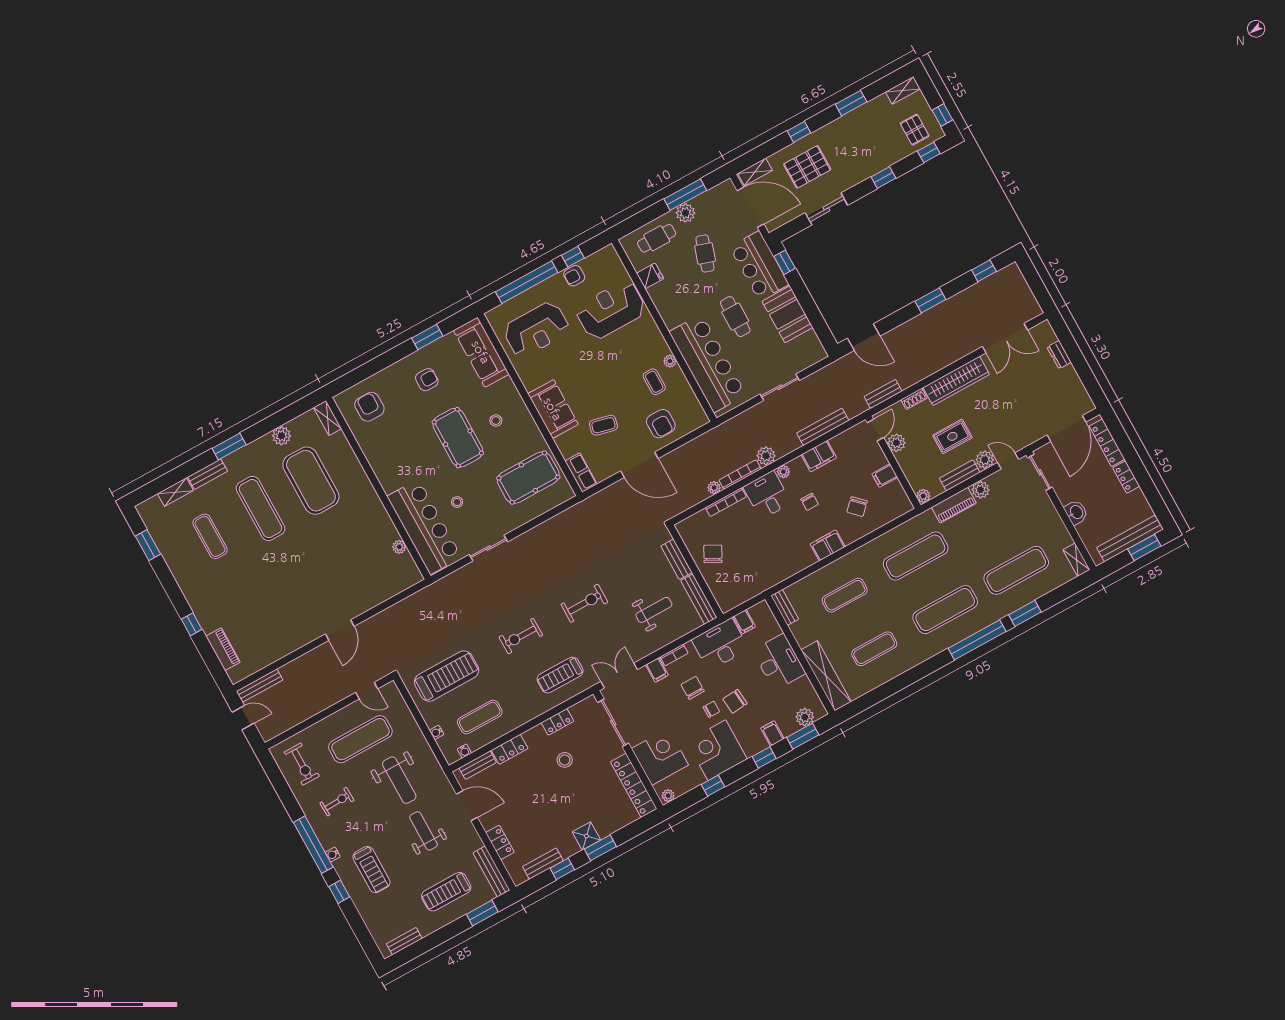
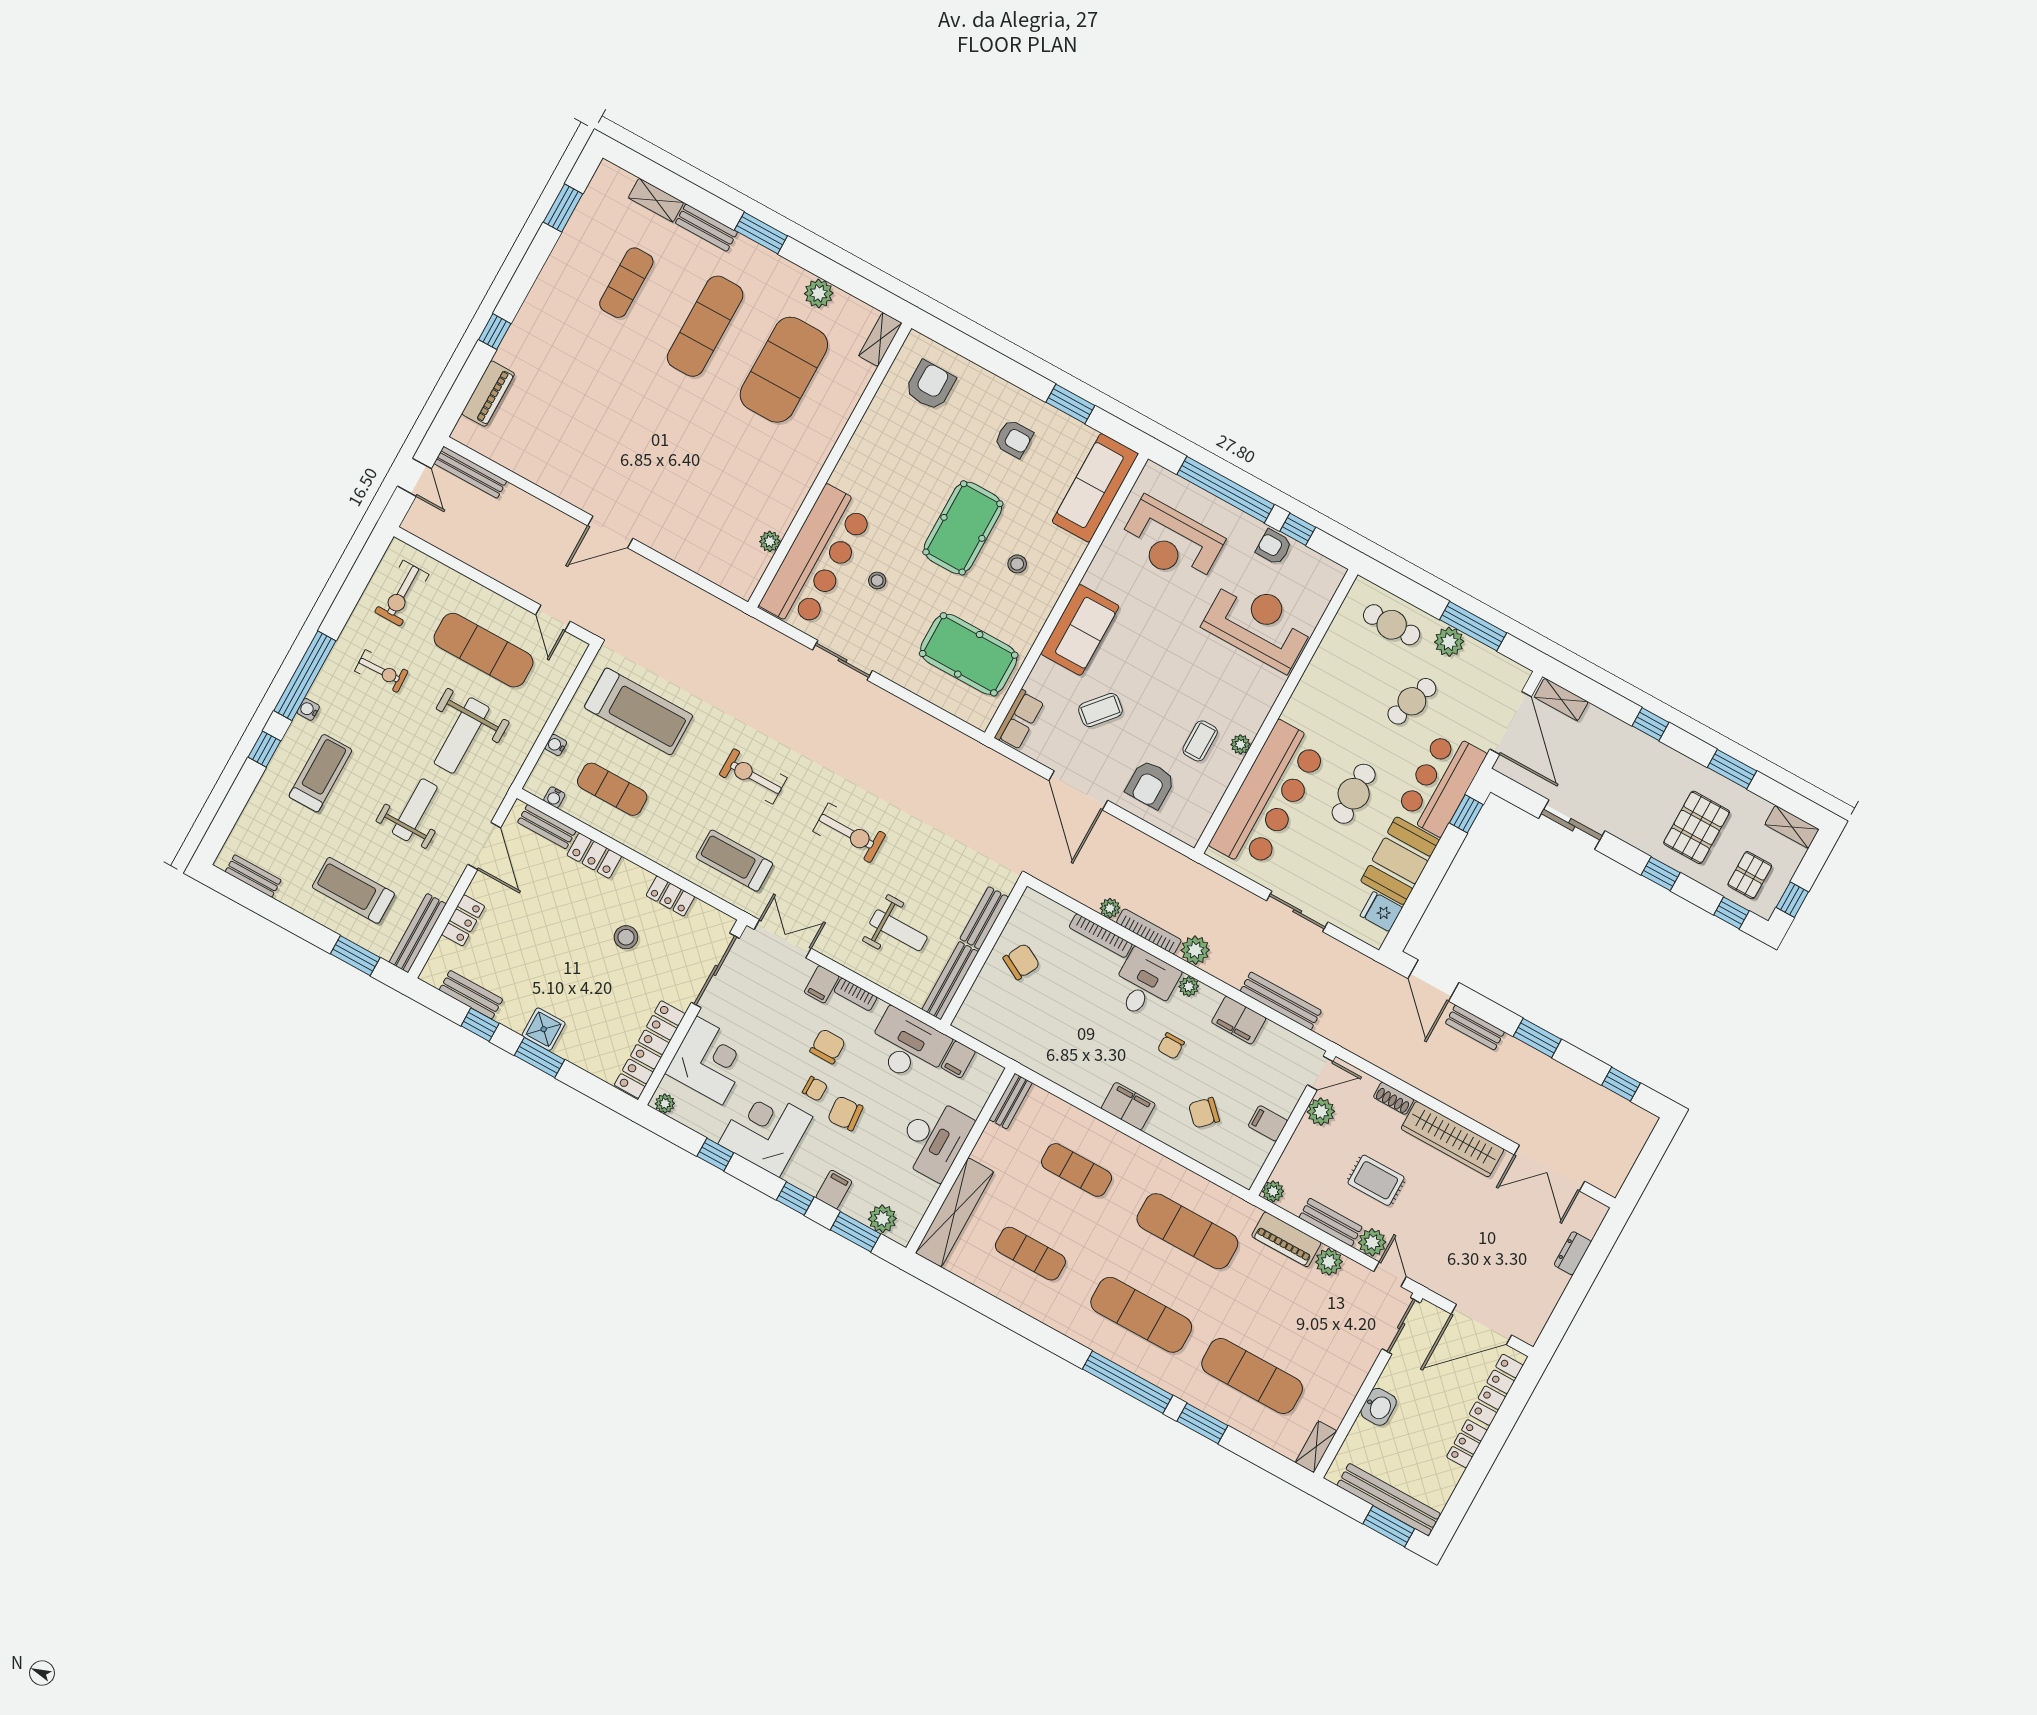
pallet: (807, 167) -> (1697, 827), moved, turned 90
fridge: (650, 276) -> (1381, 912), moved, turned 180
bench: (883, 394) -> (1475, 1028), moved
coffee table: (603, 425) -> (1100, 710), turned -63
treadmill: (371, 870) -> (320, 773), turned 180

